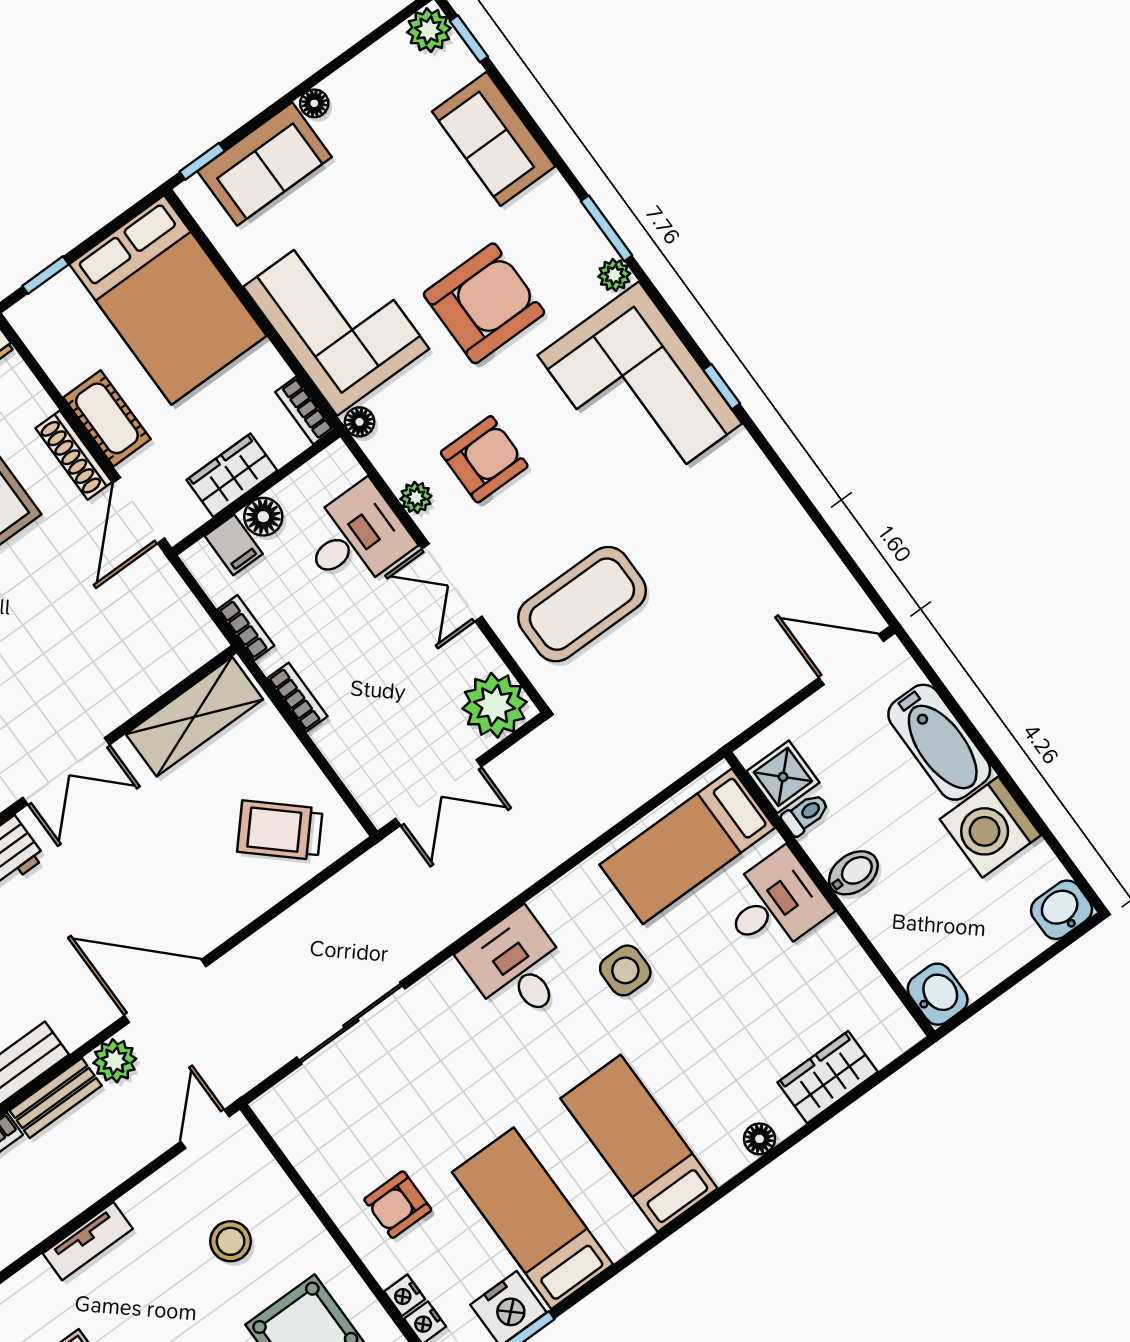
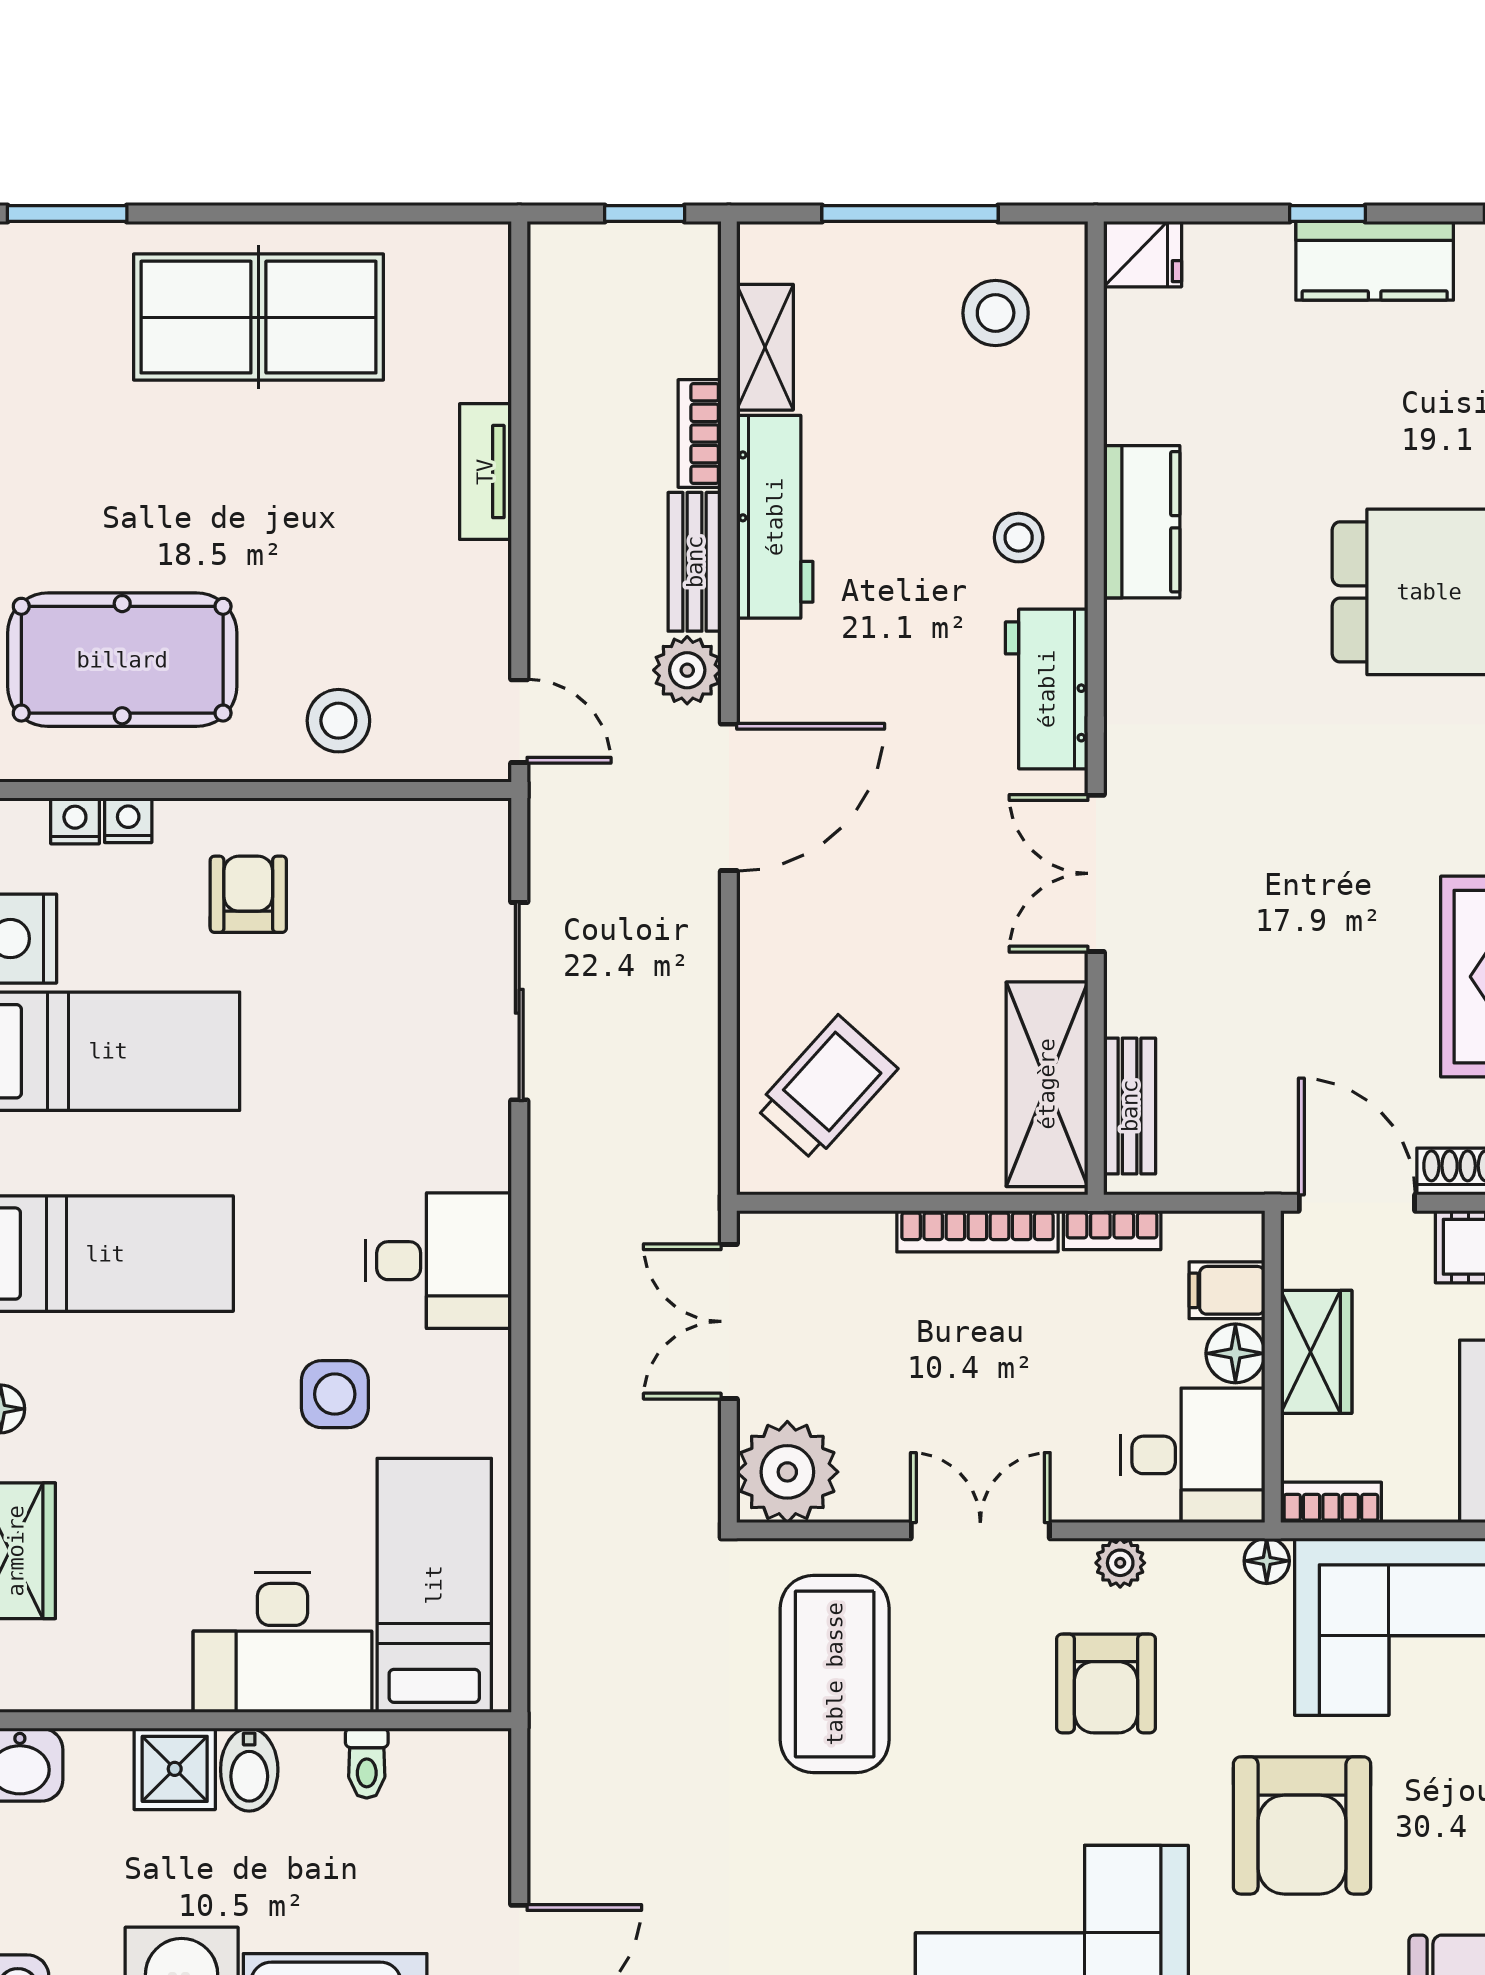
desk: (356, 538) -> (1193, 1455), moved, turned -90
bench: (174, 665) -> (1130, 1106), added
bookcase: (297, 697) -> (977, 1231), width x1.56
shower: (783, 777) -> (175, 1769), moved
desk: (774, 904) -> (283, 1642), width x1.37
stool: (231, 1241) -> (338, 721), moved

